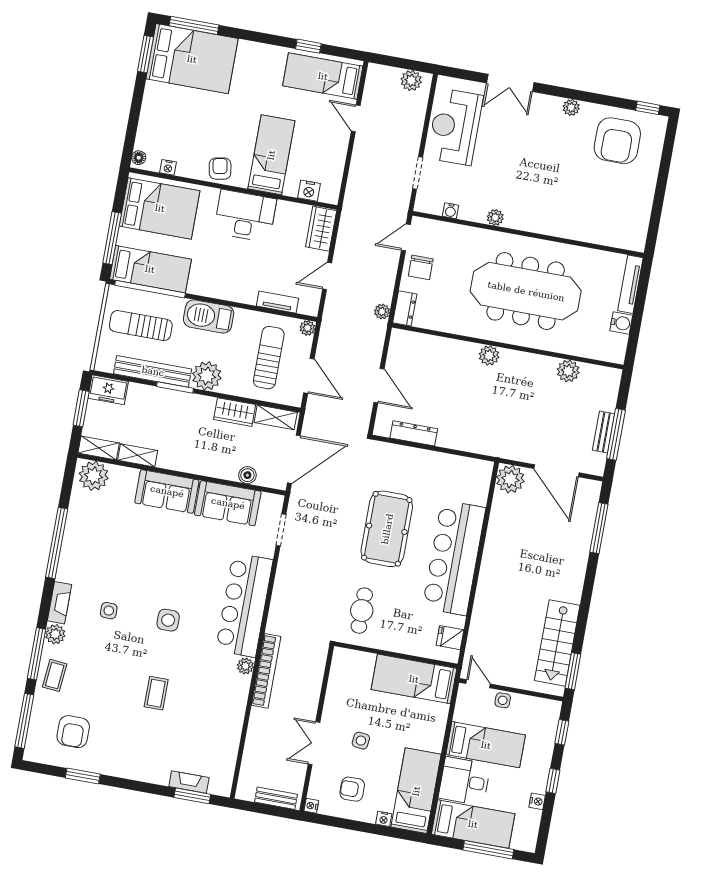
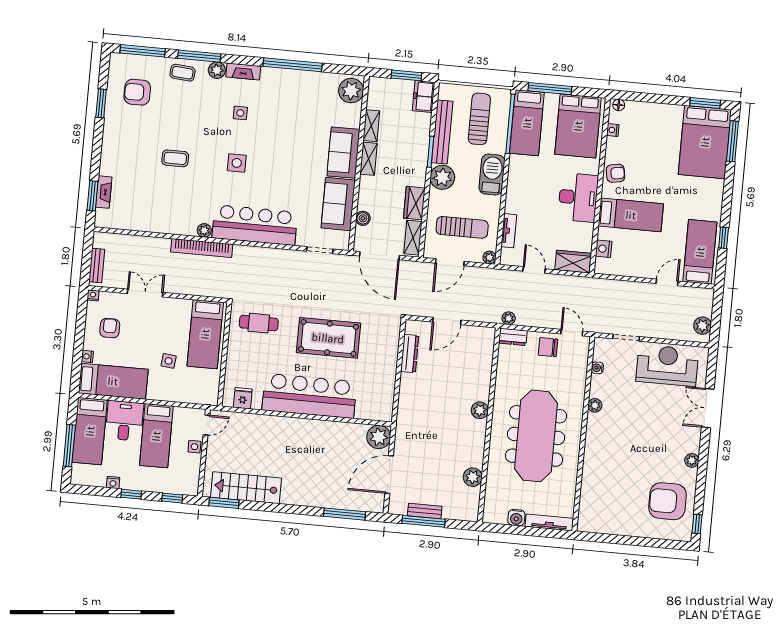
shelving: (99, 448) -> (369, 159), moved
bed: (414, 679) -> (205, 334), moved, turned 180
side table: (361, 741) -> (169, 361), moved

